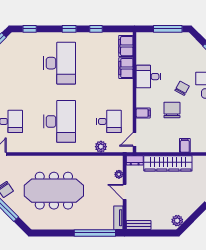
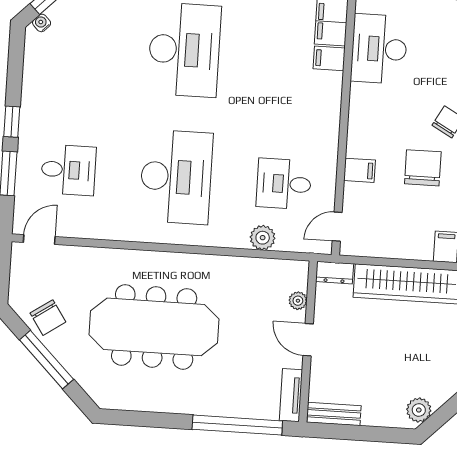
filing cabinet: (126, 68) -> (329, 58), width x0.50
desk: (148, 77) -> (379, 49), moved, width x1.37
desk: (109, 121) -> (284, 184), turned 180

